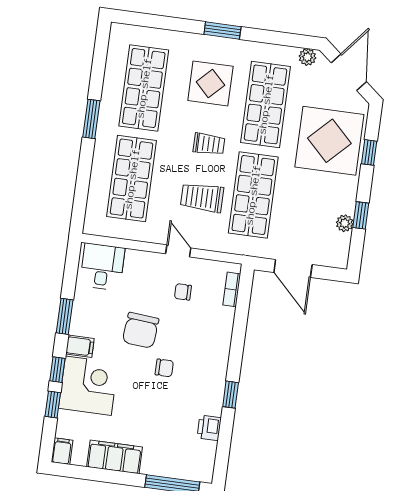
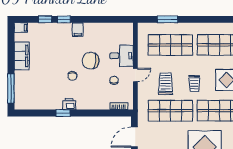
window: (91, 119) -> (167, 19), moved
desk: (102, 267) -> (122, 56), moved
window: (65, 316) -> (93, 19), removed
corner desk: (88, 386) -> (57, 37), removed
printer: (209, 428) -> (69, 104), moved

